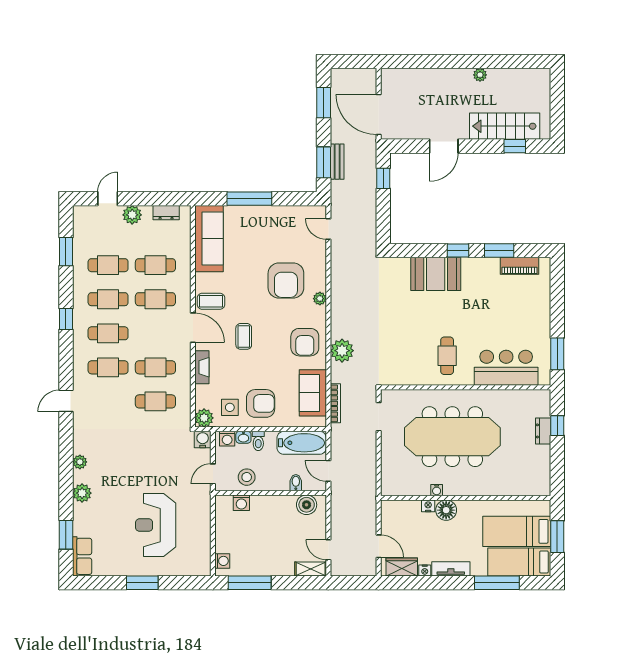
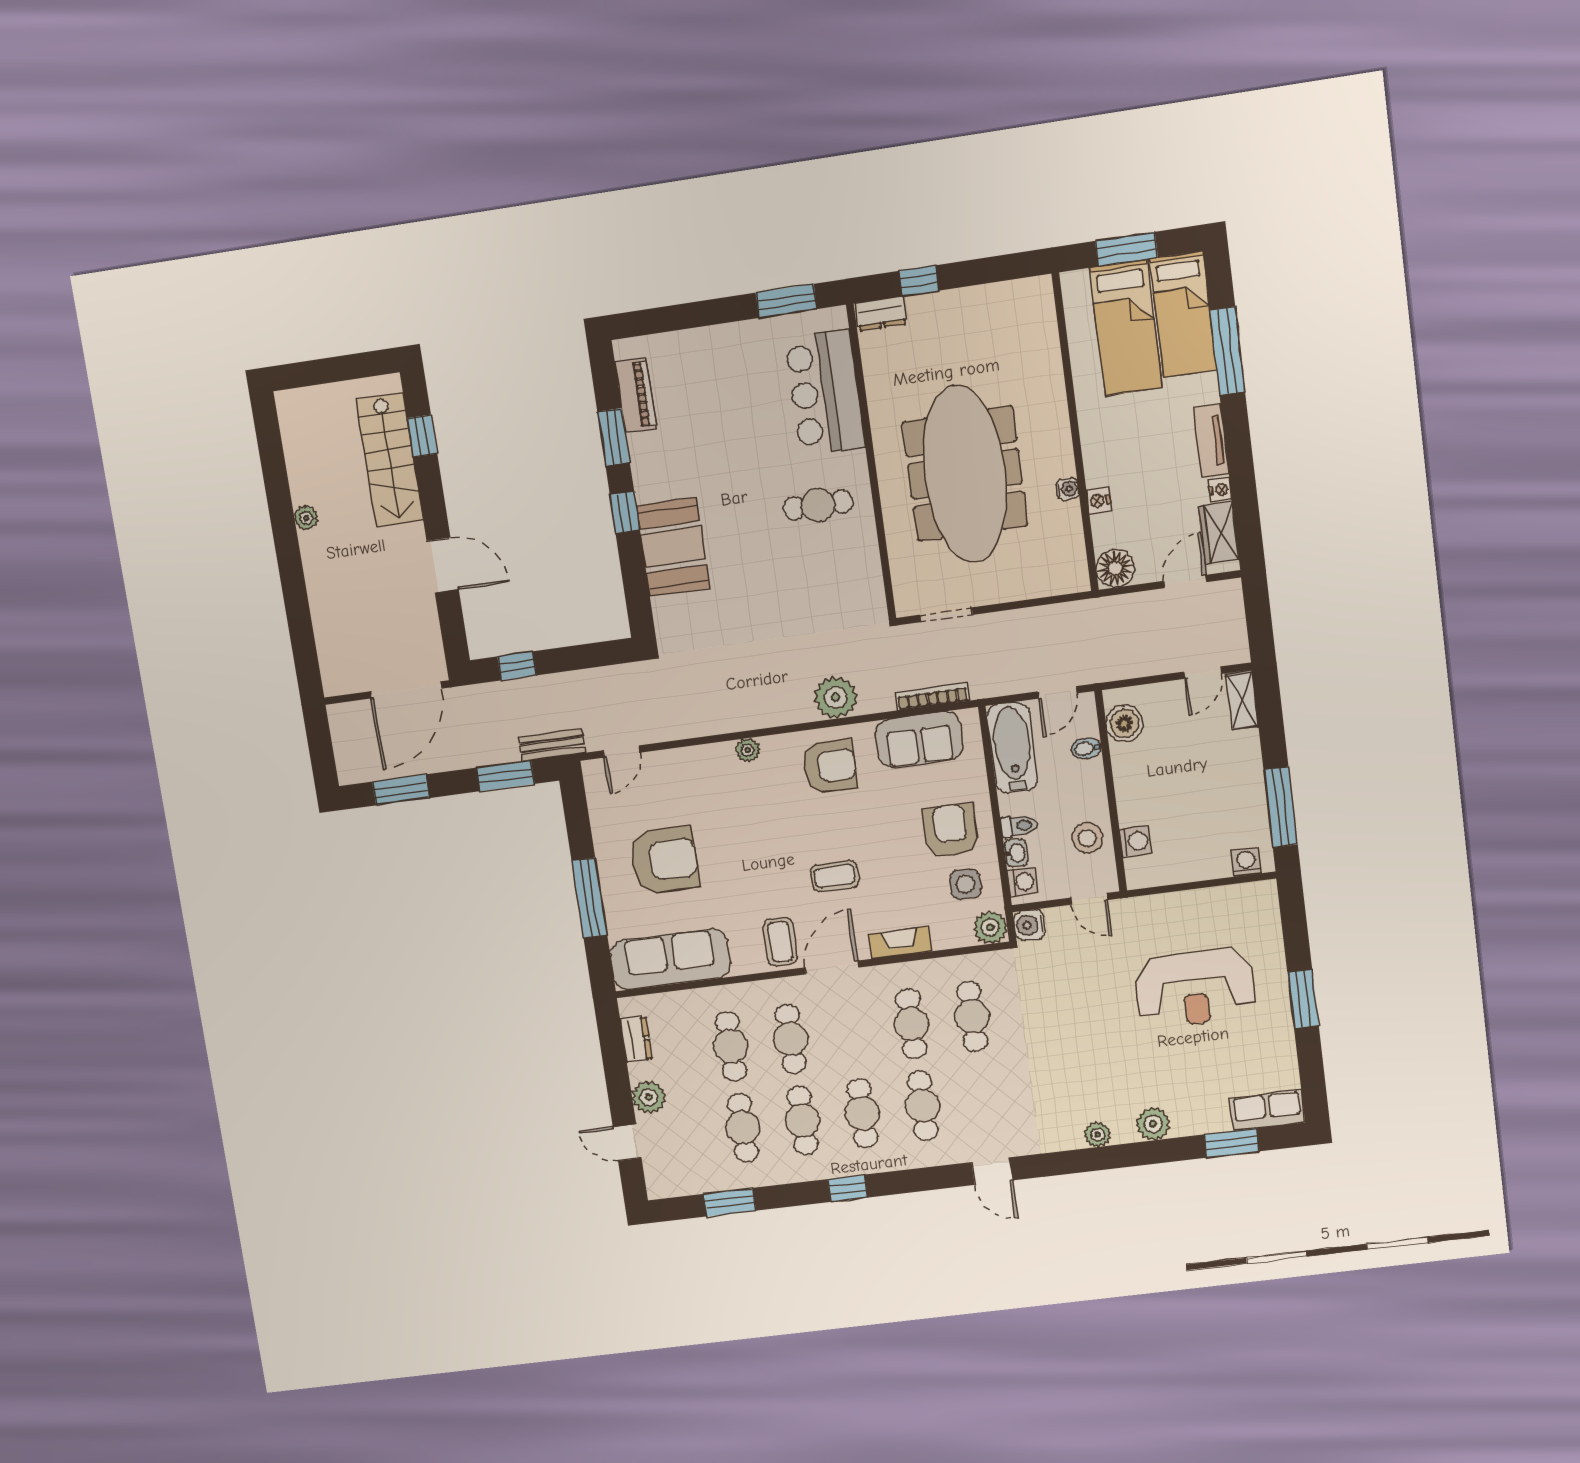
bench: (337, 162) -> (552, 745), moved
armchair: (286, 281) -> (664, 860), moved
dresser: (543, 431) -> (881, 314), moved
floor lamp: (446, 510) -> (1115, 568), moved

